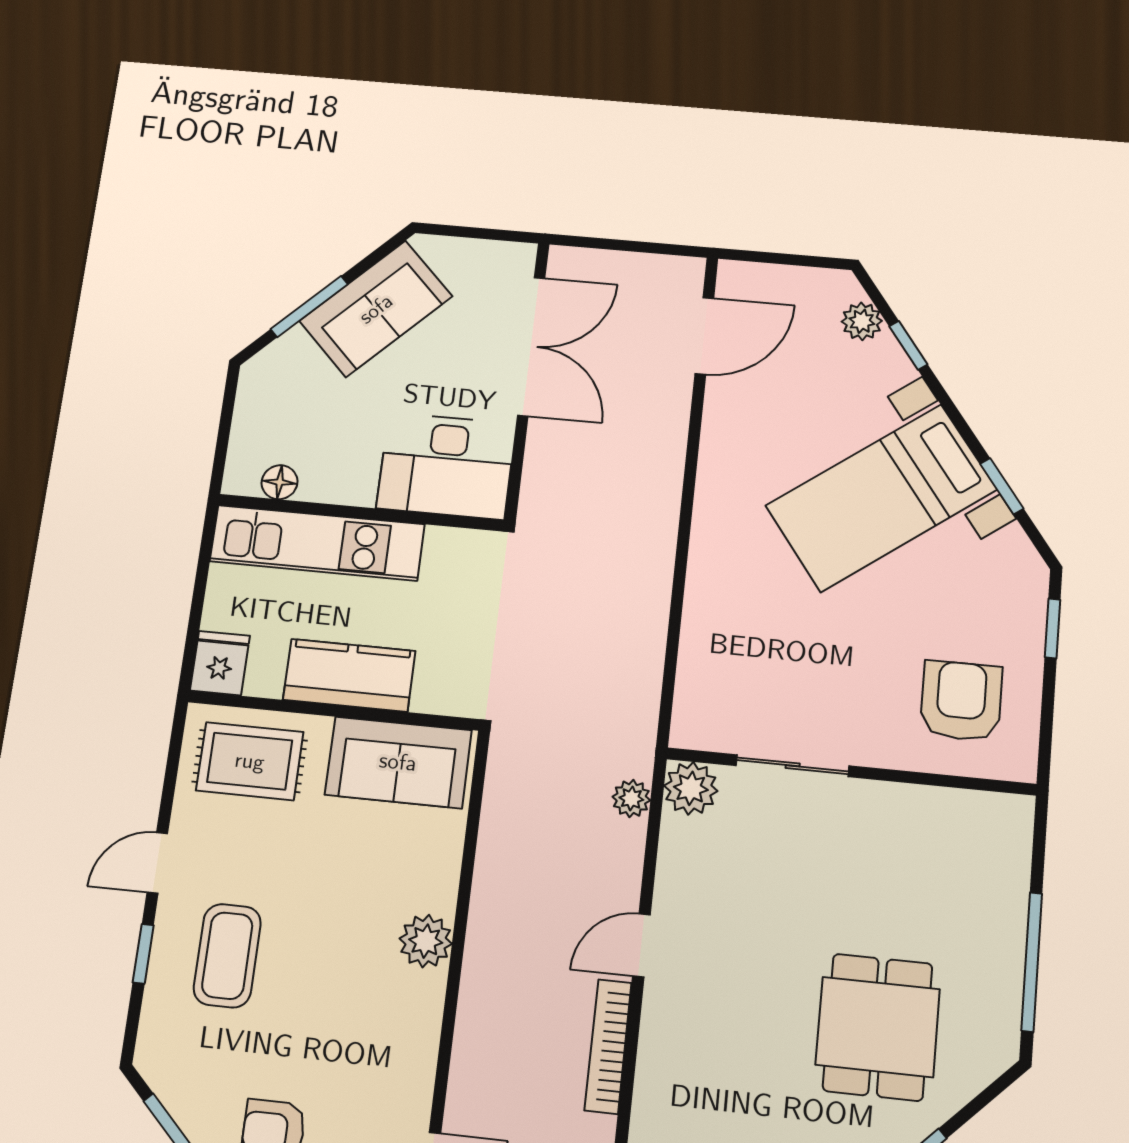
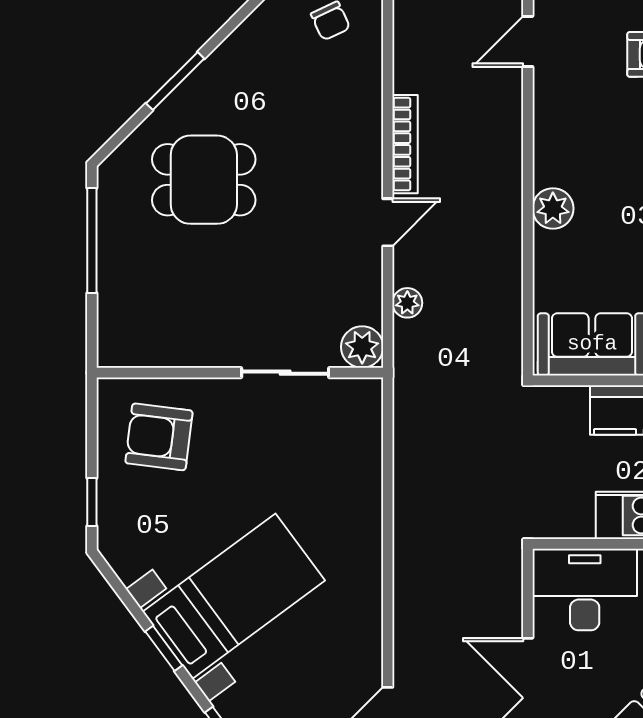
window: (1002, 486) -> (164, 648), moved
armchair: (961, 701) -> (159, 437), turned 97
plant: (631, 799) -> (407, 303), moved
dining table: (878, 1027) -> (204, 180), turned 90

